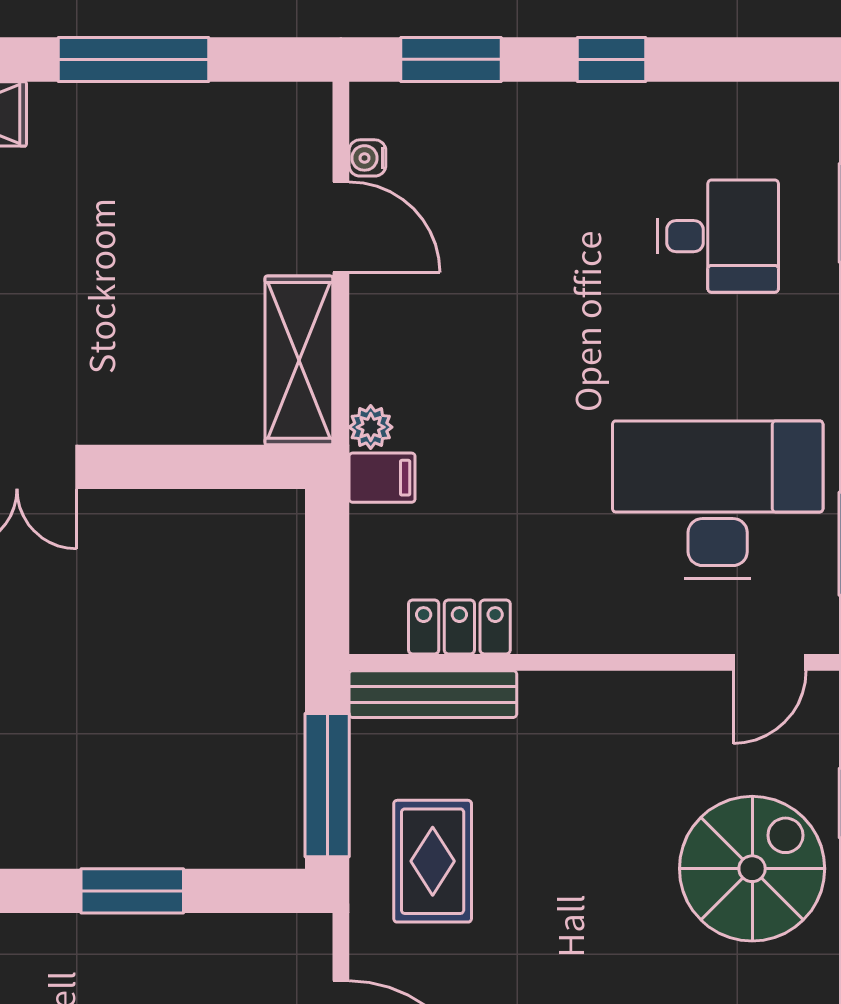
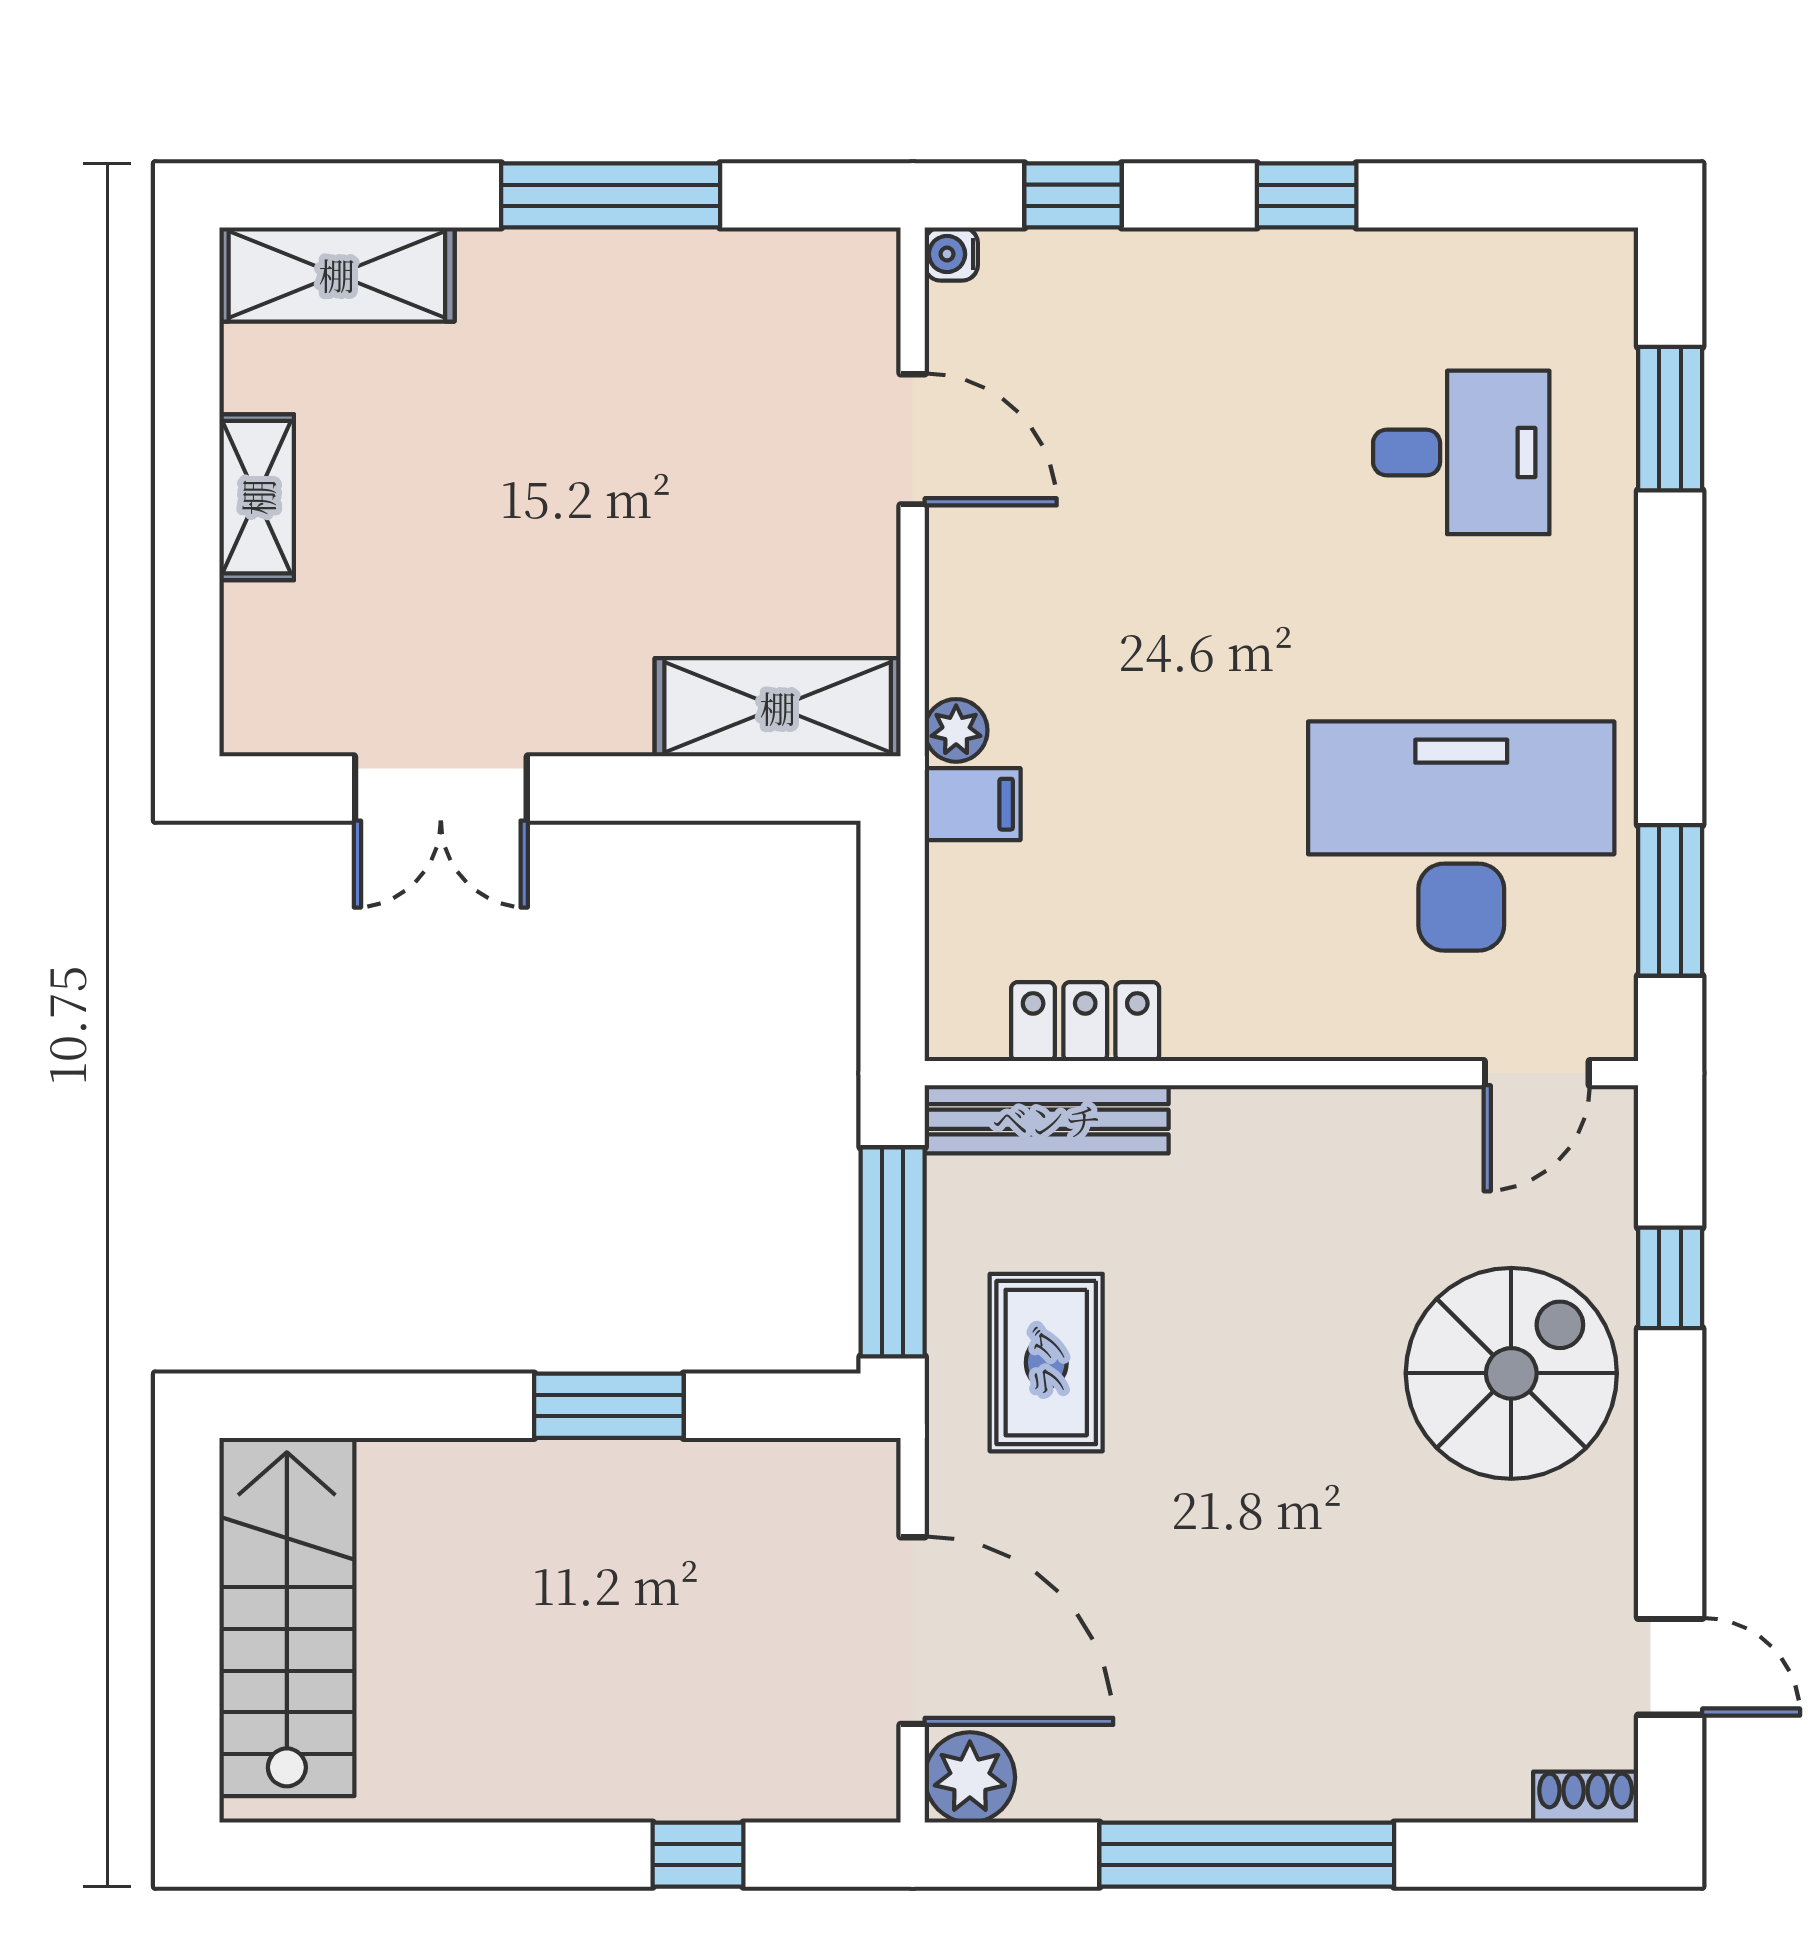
window: (451, 59) -> (1073, 195), width x0.67
water cooler: (367, 158) -> (951, 254), moved
shelving: (299, 360) -> (778, 707), moved, turned 90

